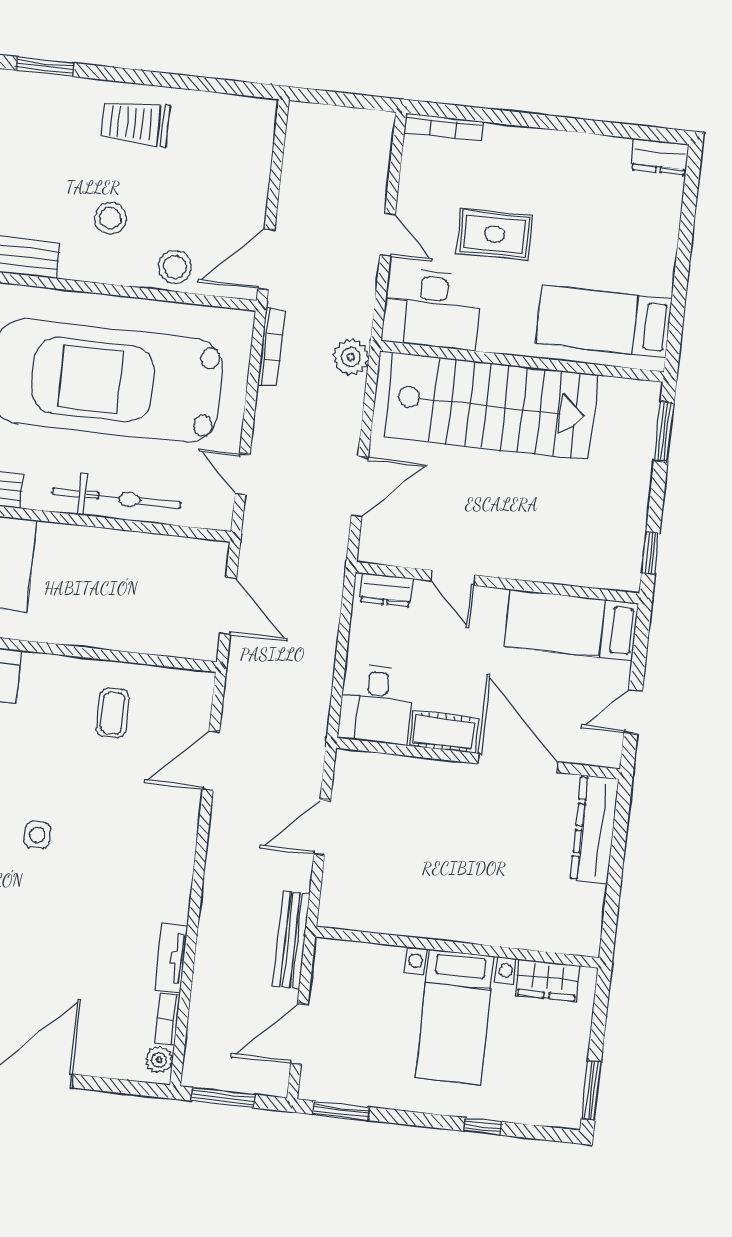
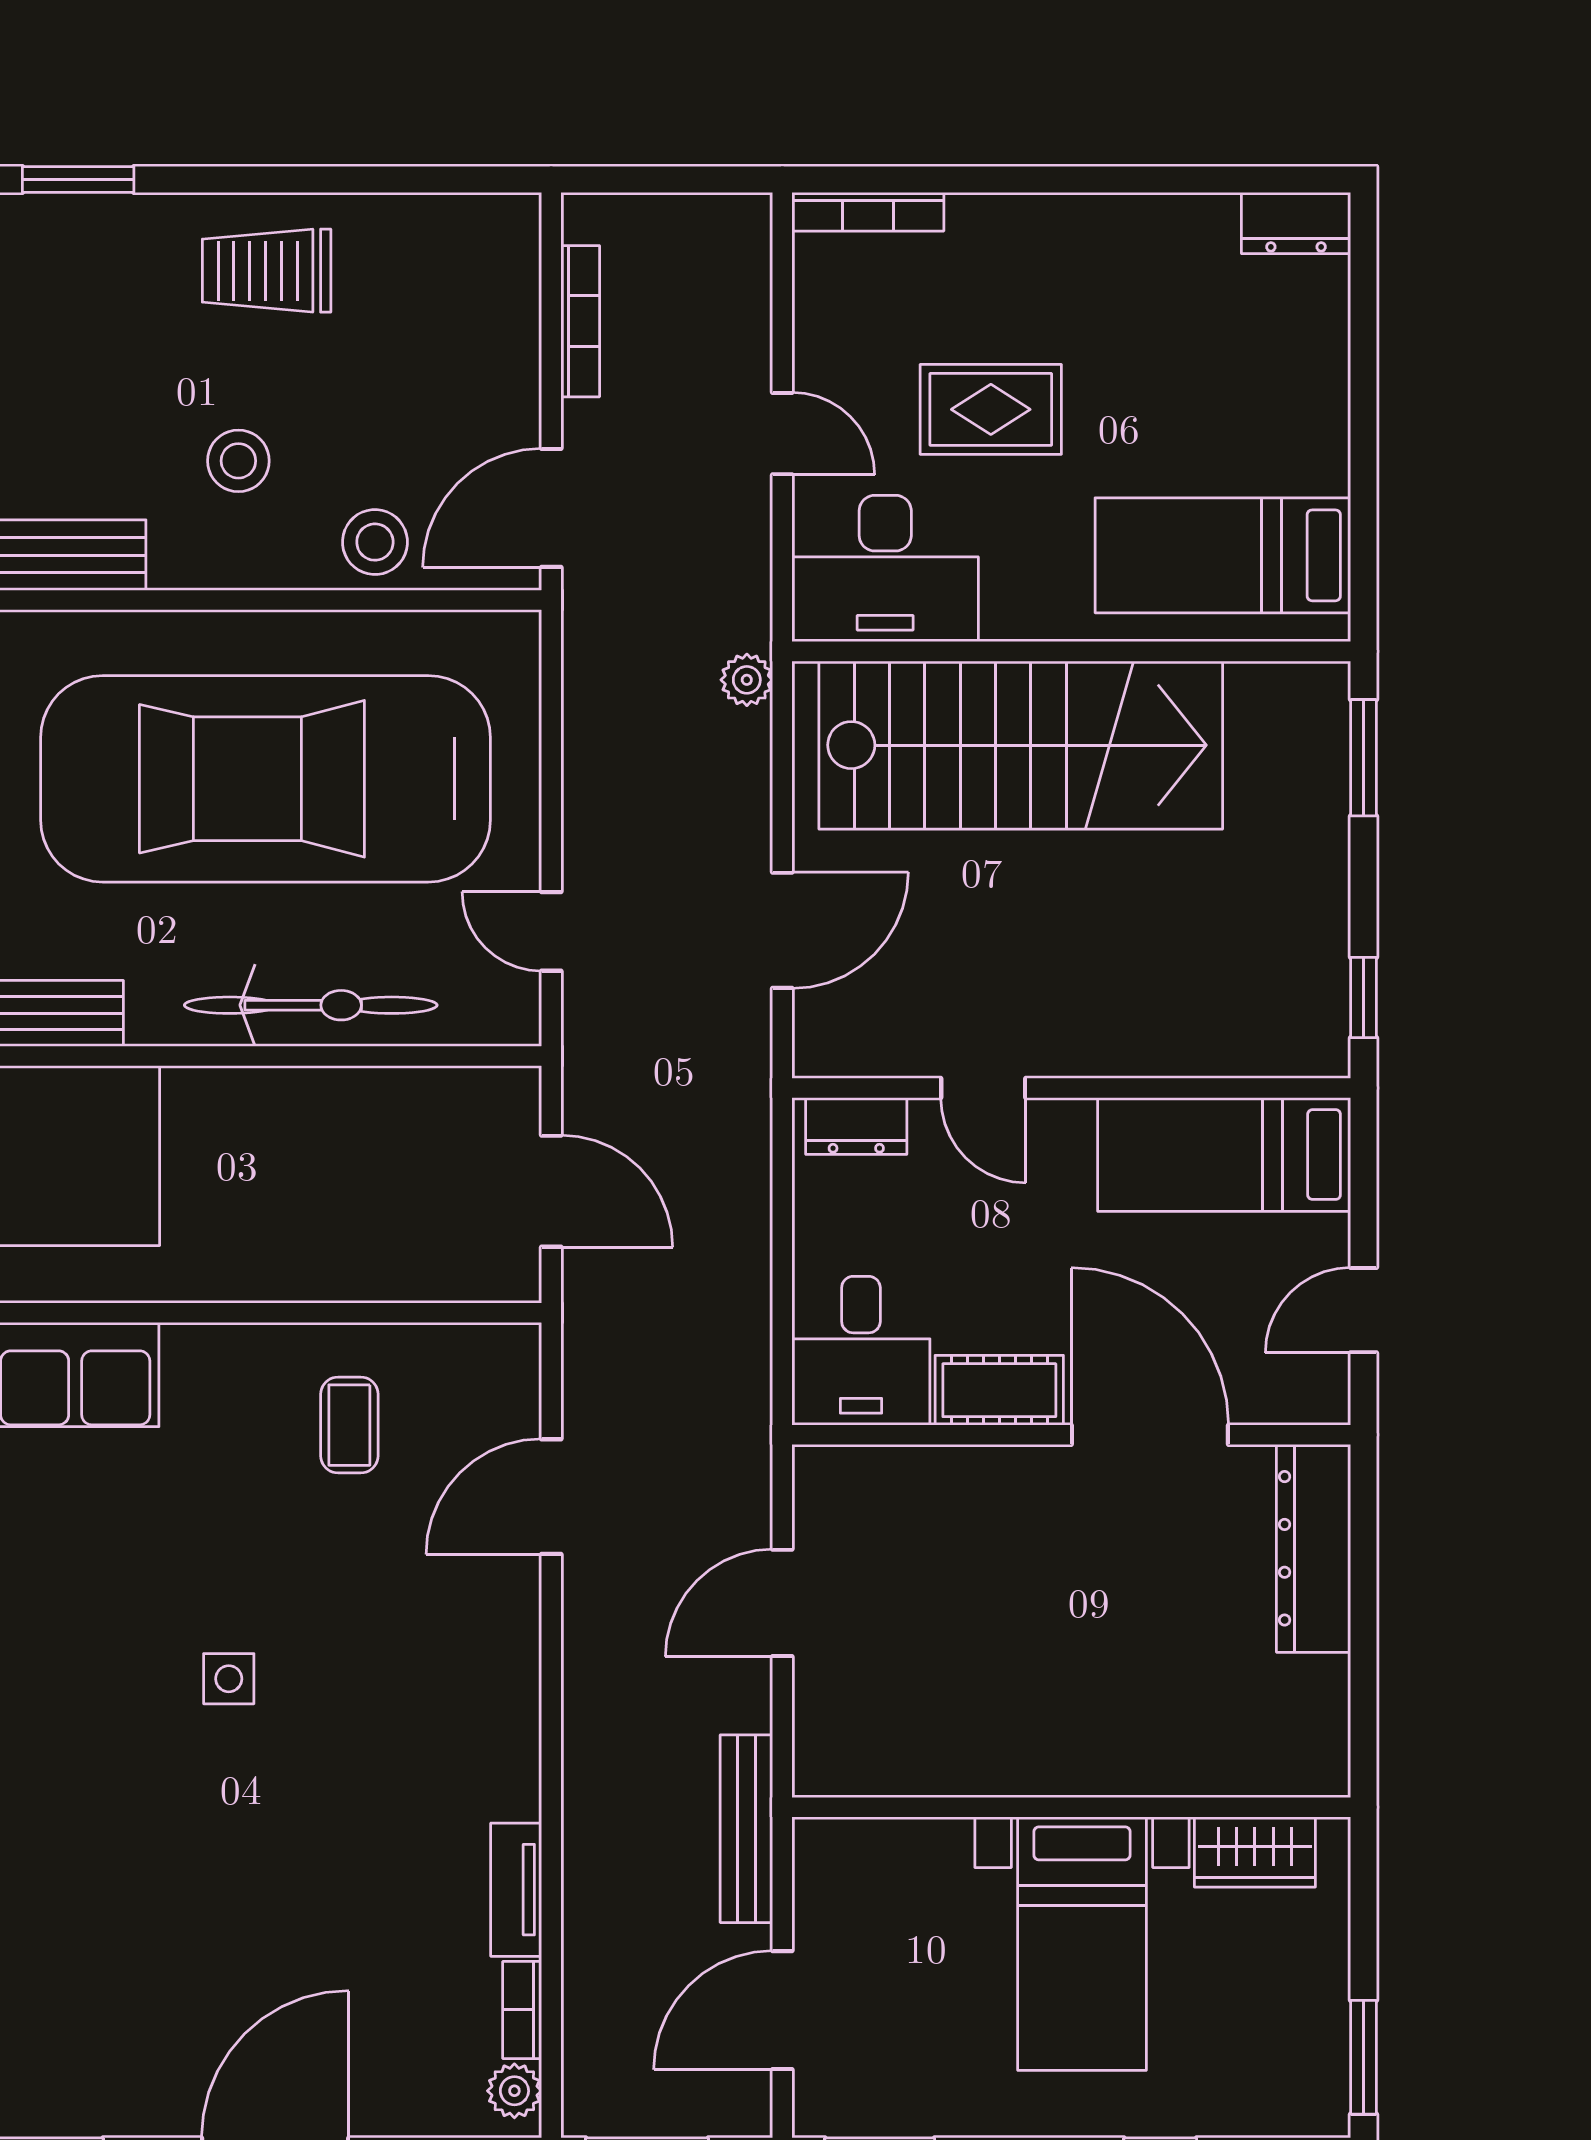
bookcase: (271, 347) -> (580, 321), moved
plant: (351, 357) -> (747, 680), width x0.73, depth x0.73

